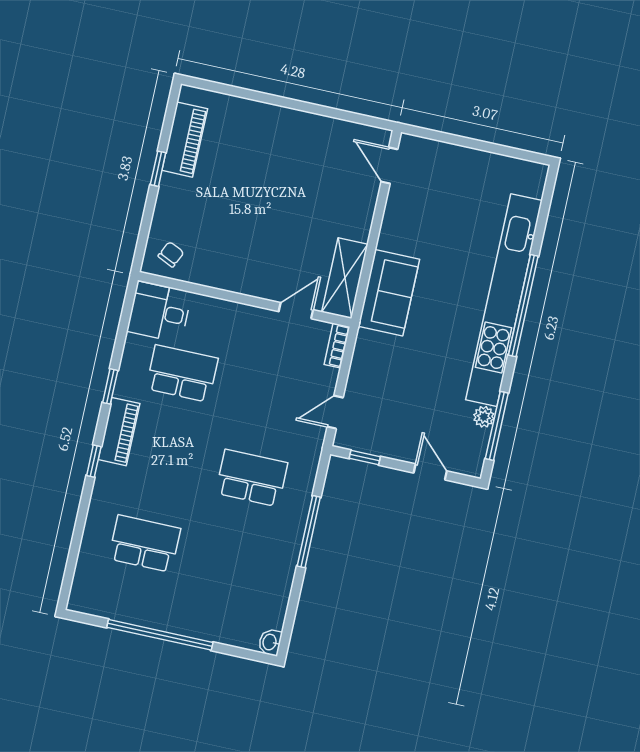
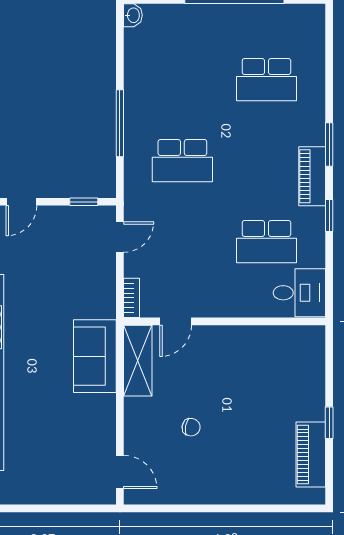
chair: (171, 254) -> (191, 427), moved, turned -105
window: (94, 461) -> (329, 144), width x1.50
door: (430, 472) -> (21, 202), hinge flipped

